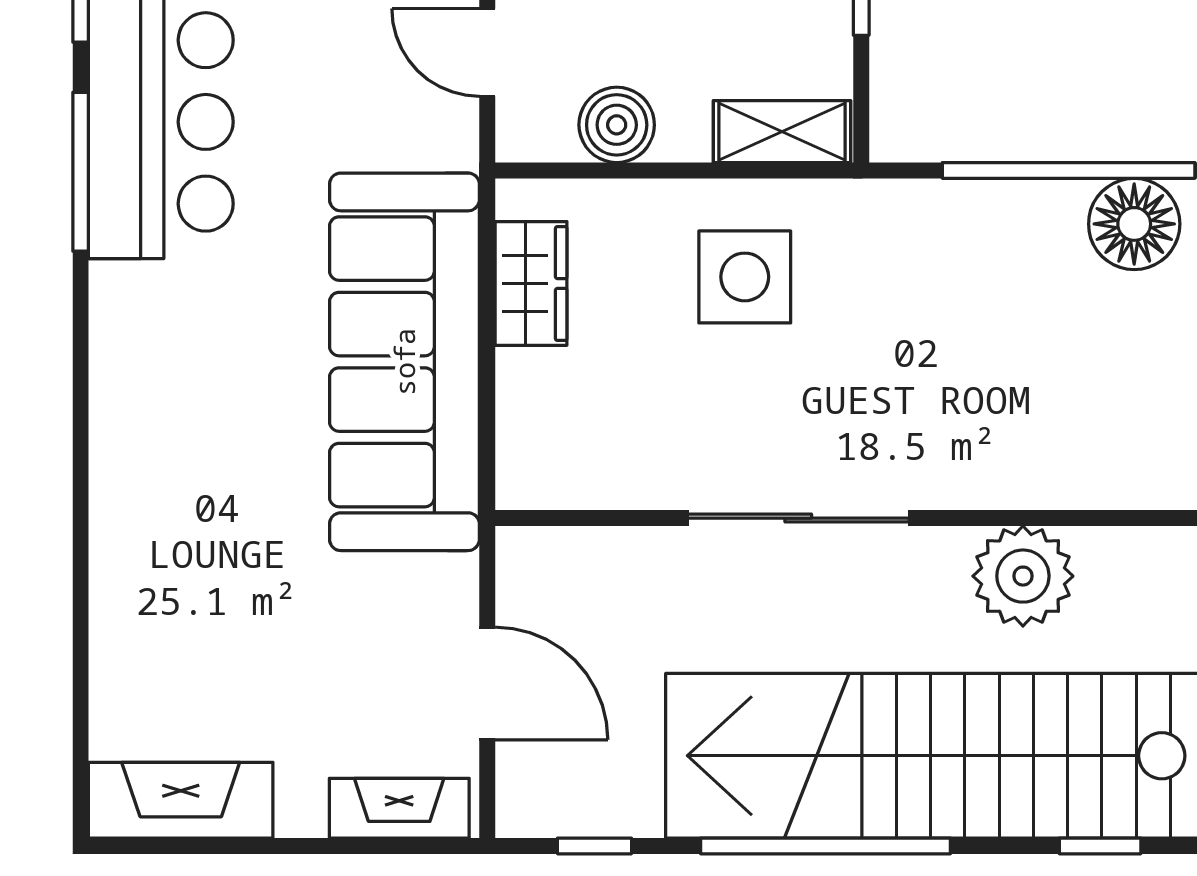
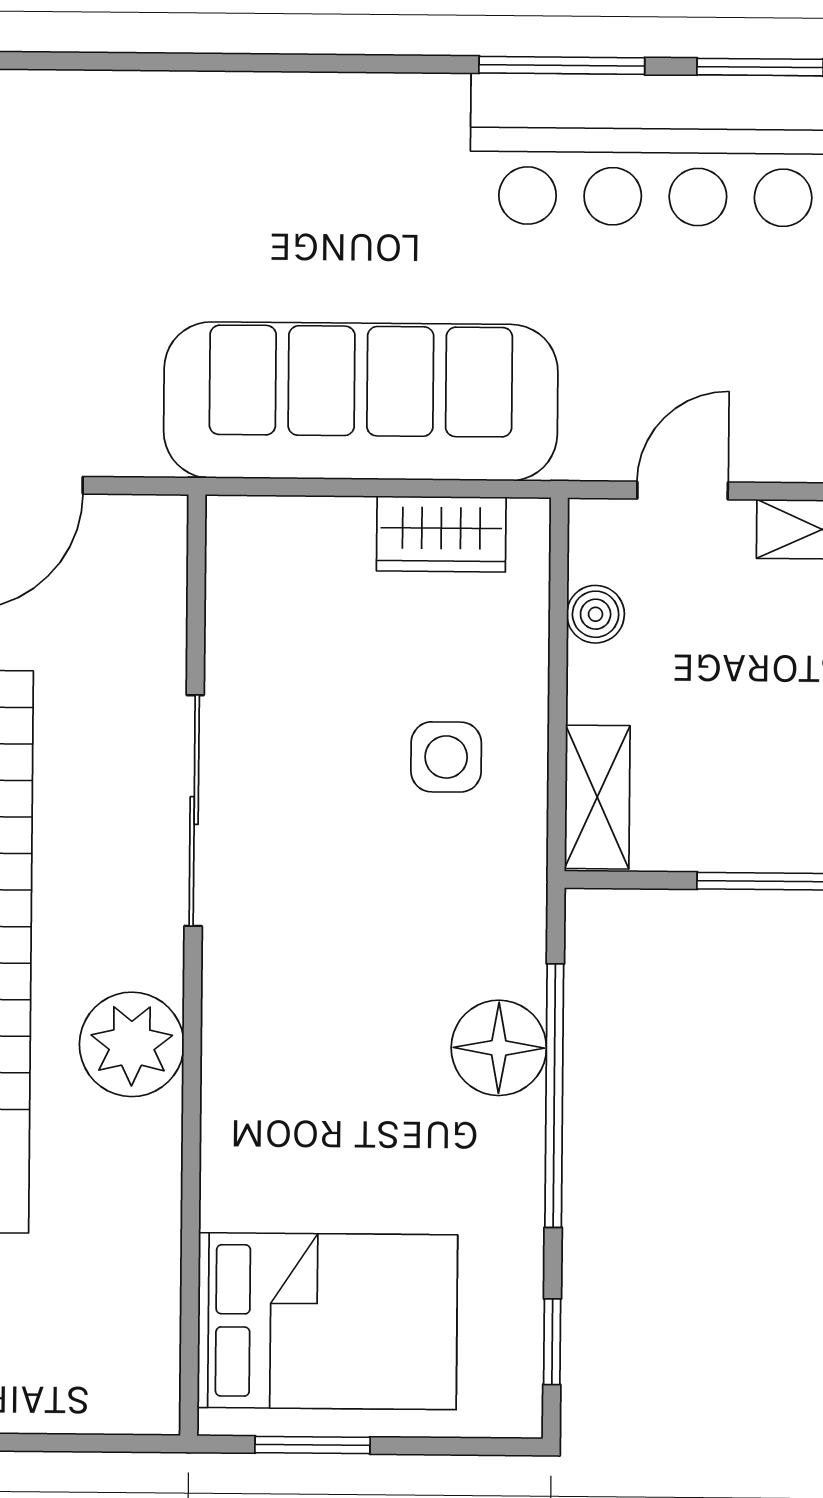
boiler: (617, 125) -> (596, 614), width x0.73, depth x0.73
floor lamp: (1134, 224) -> (499, 1048), moved
side table: (745, 277) -> (446, 757), width x0.73, depth x0.73

